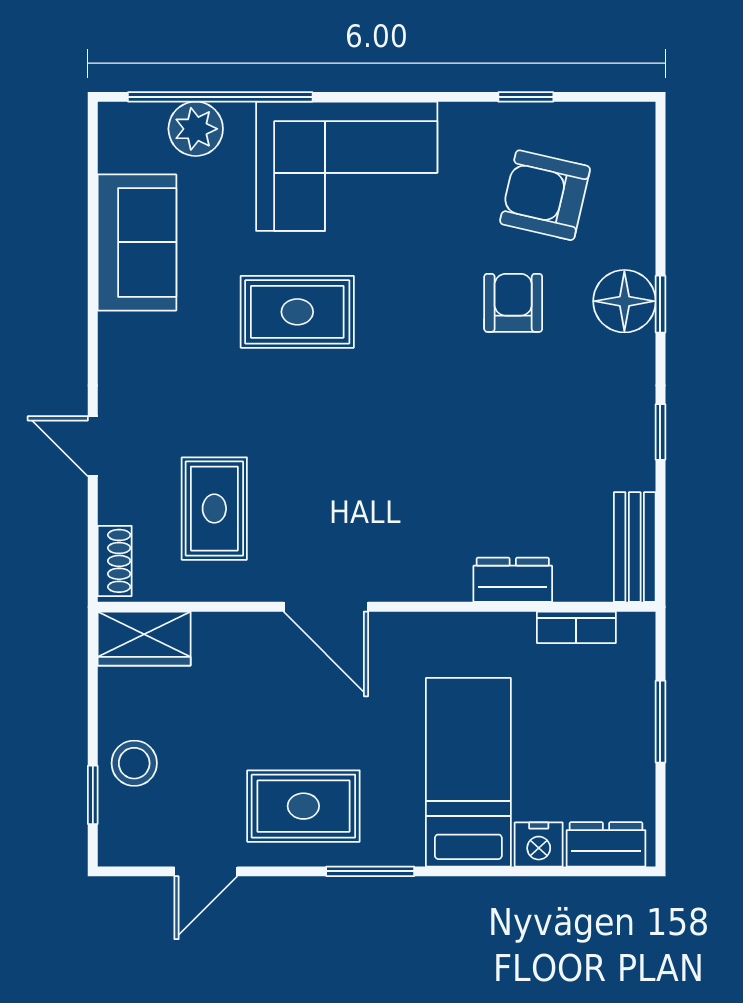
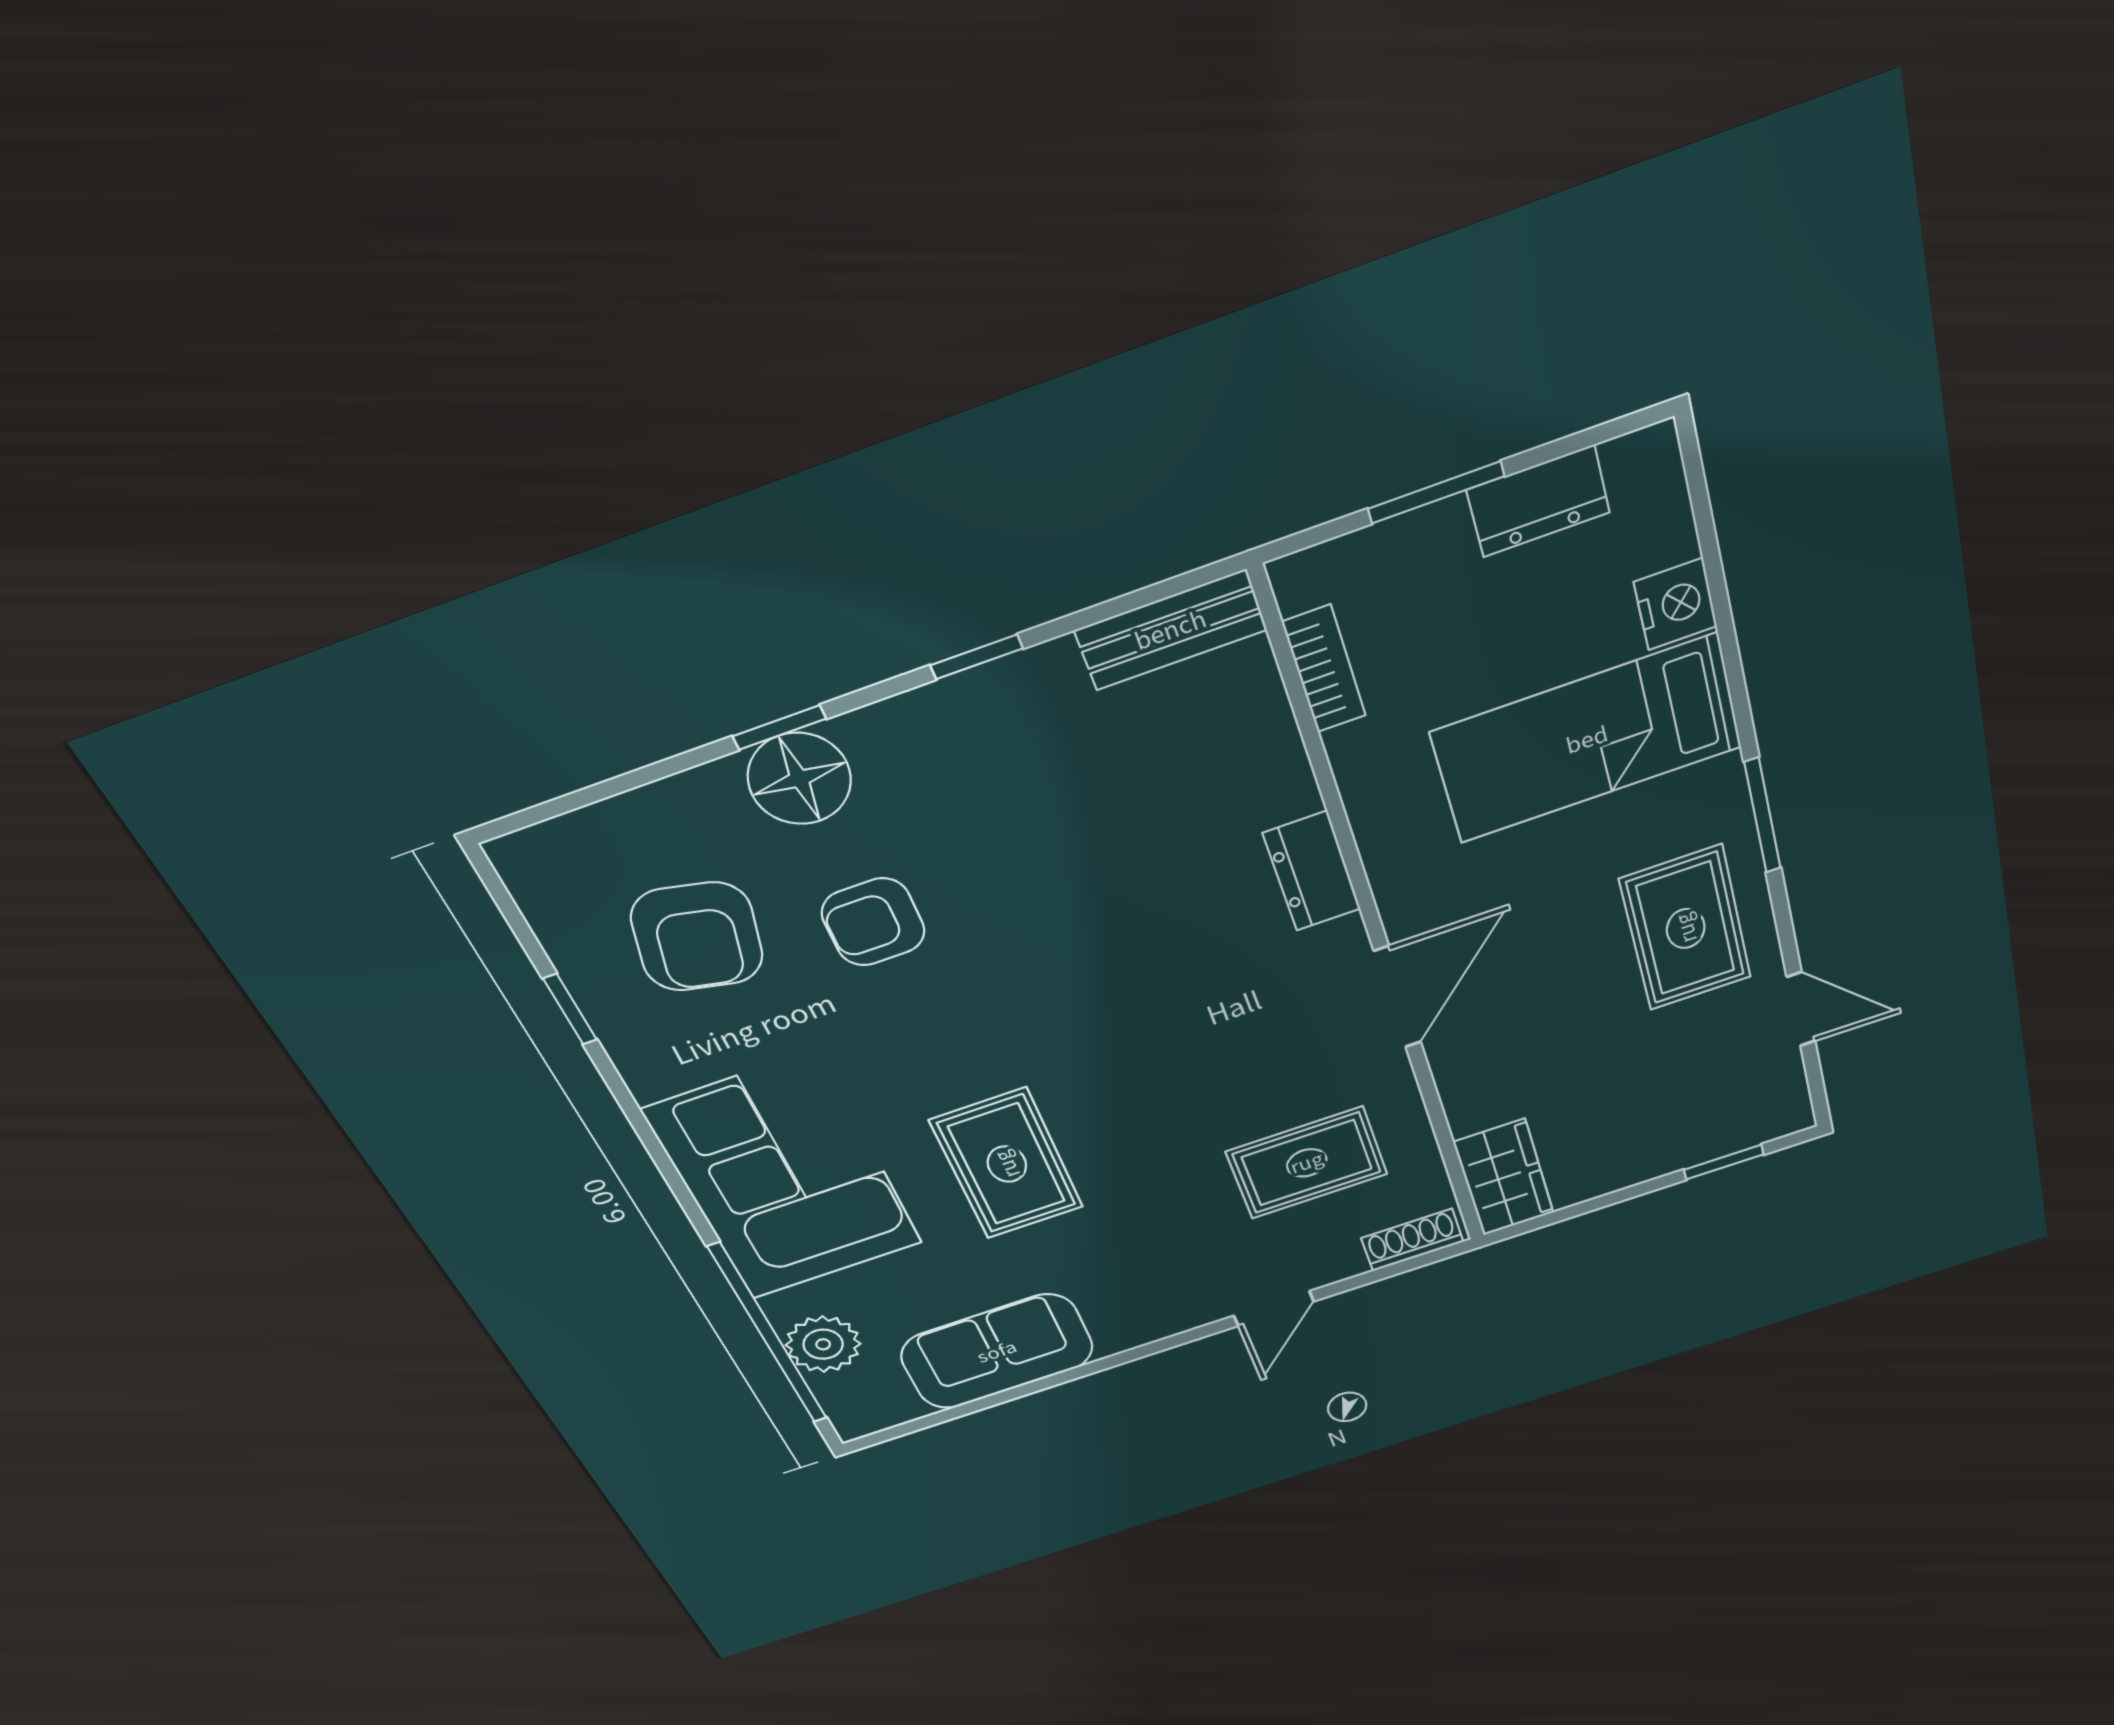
dresser: (513, 580) -> (1312, 871), moved
stool: (134, 763) -> (1672, 1134), removed
dresser: (606, 844) -> (1538, 501), moved, turned -90

